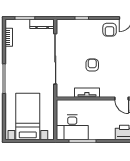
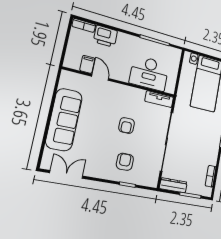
armchair: (110, 30) -> (125, 162), moved
tv unit: (87, 93) -> (159, 99), moved
desk: (72, 127) -> (149, 73), moved, turned 180

